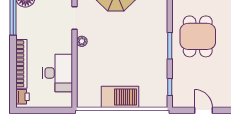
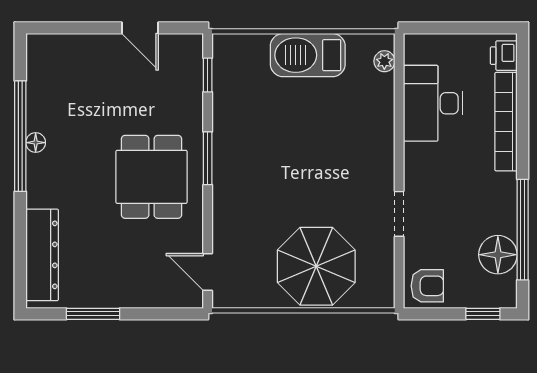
plant: (82, 41) -> (384, 61), moved

